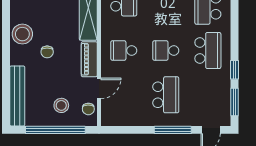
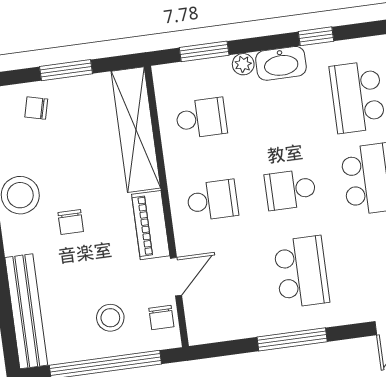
school desk: (124, 50) -> (212, 200), turned 180
window: (173, 130) -> (292, 339), moved

